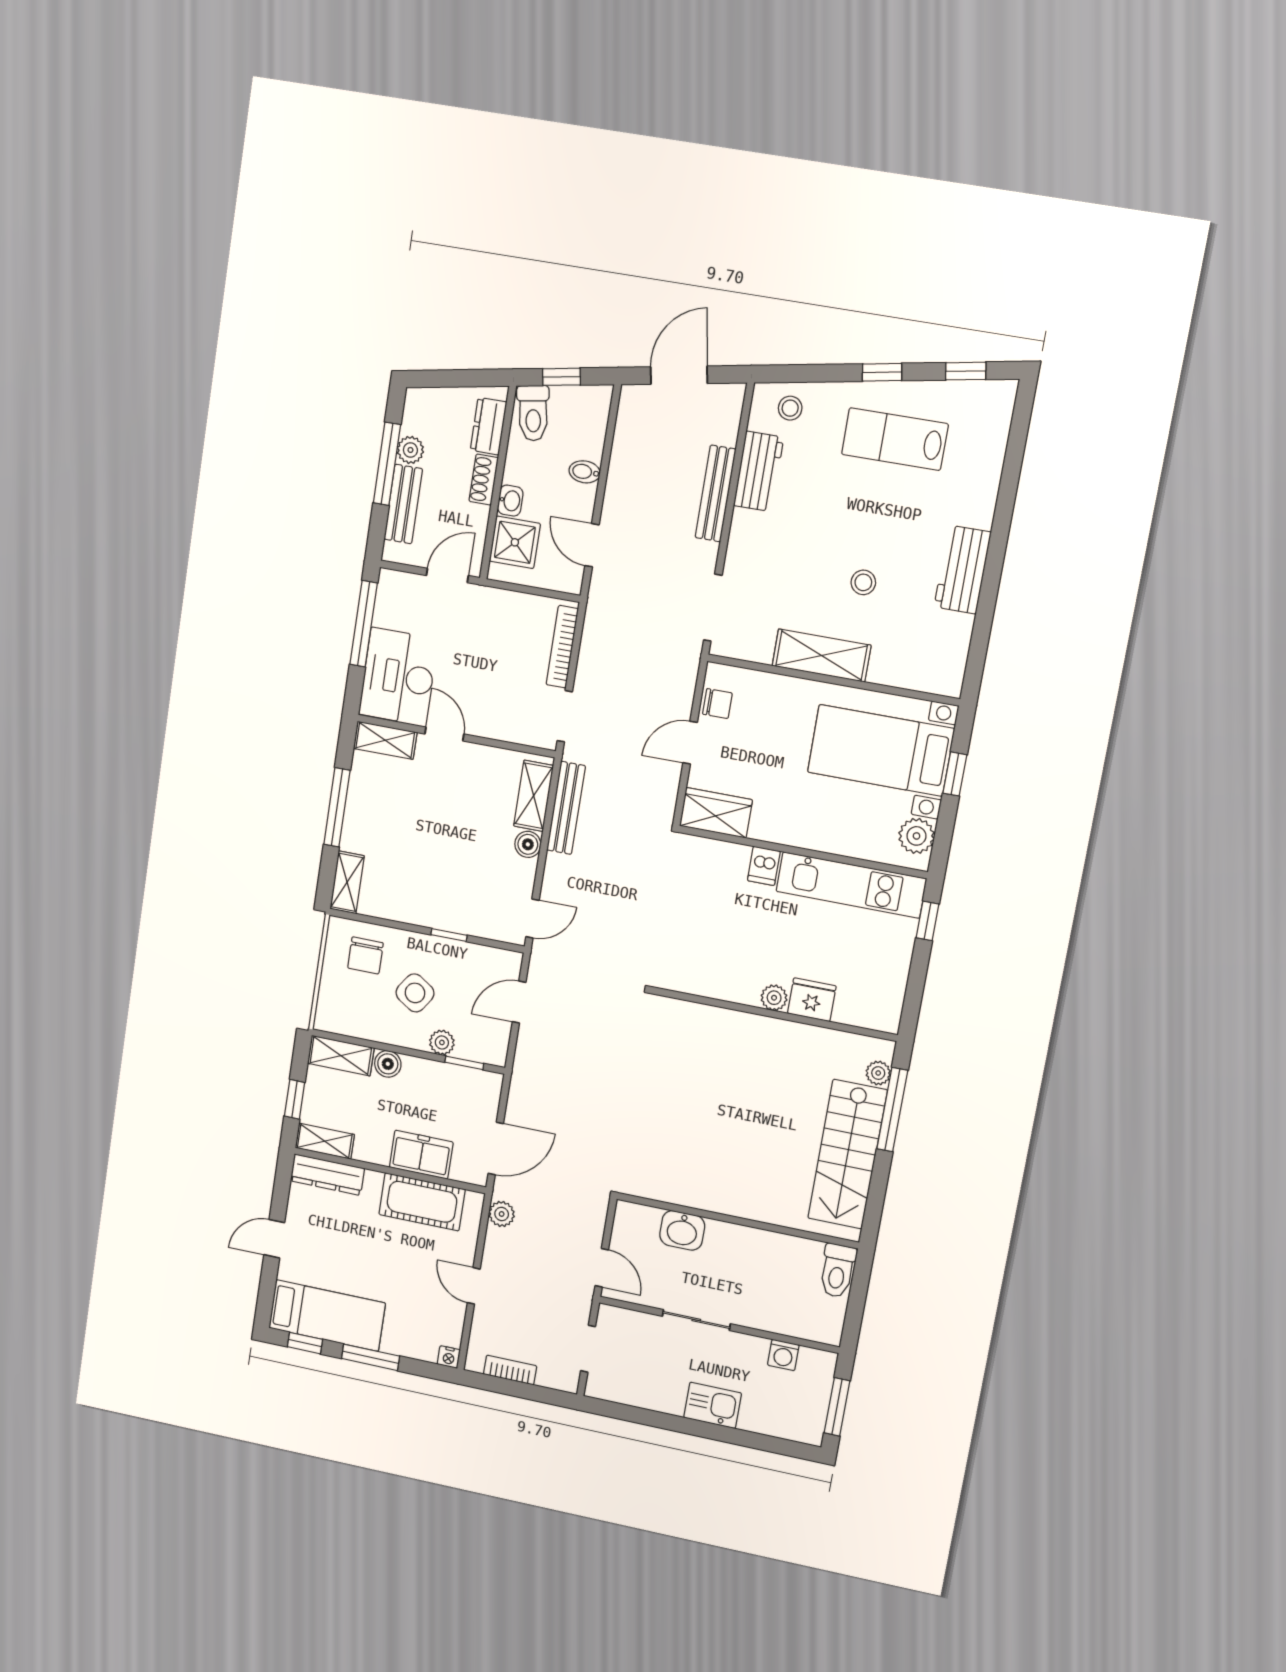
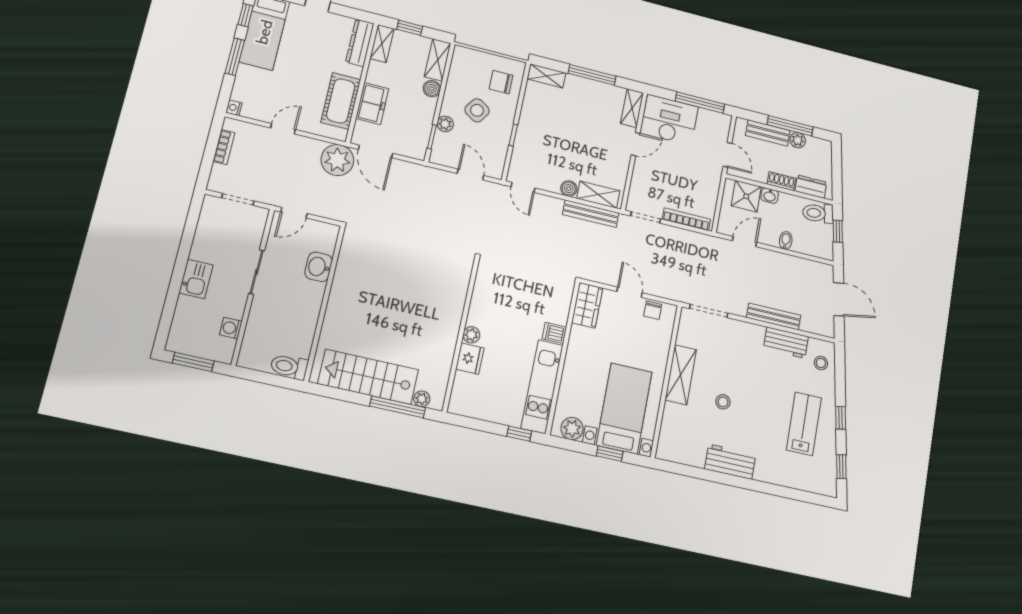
plant: (502, 1214) -> (337, 160), width x1.87, depth x1.87

